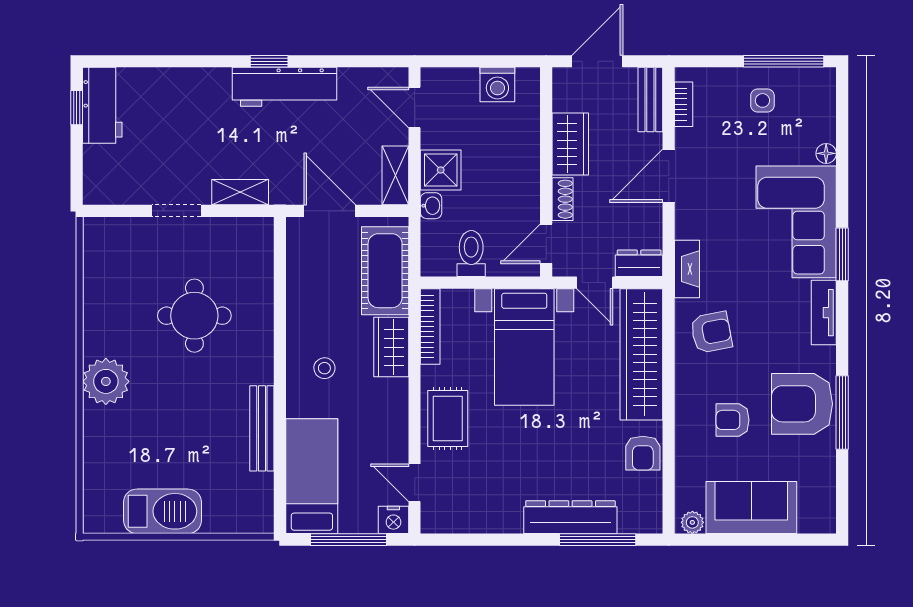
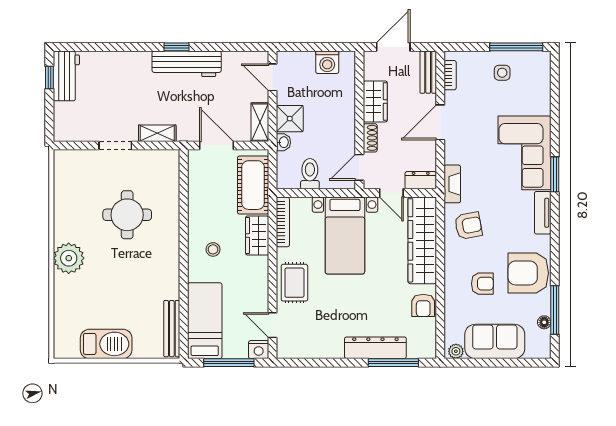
floor lamp: (826, 153) -> (544, 322), moved
window: (842, 412) -> (555, 310), moved
armchair: (733, 420) -> (482, 284), turned 180
bench: (262, 428) -> (172, 329), moved

